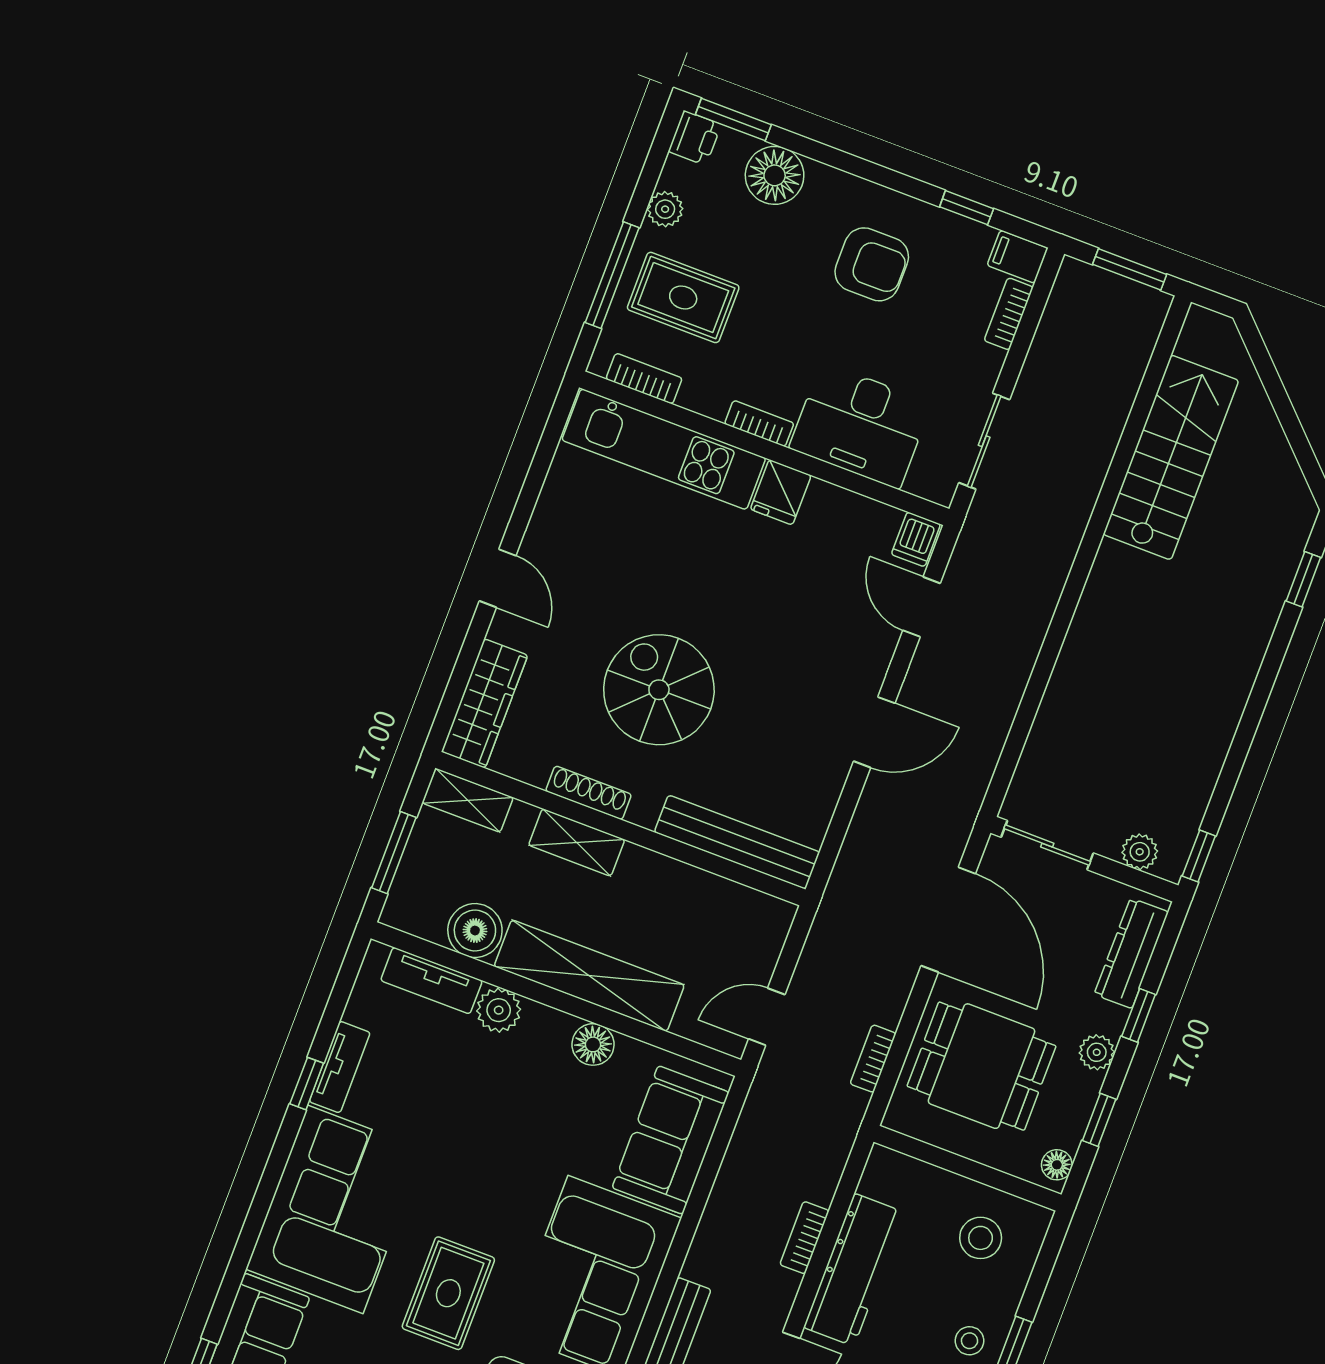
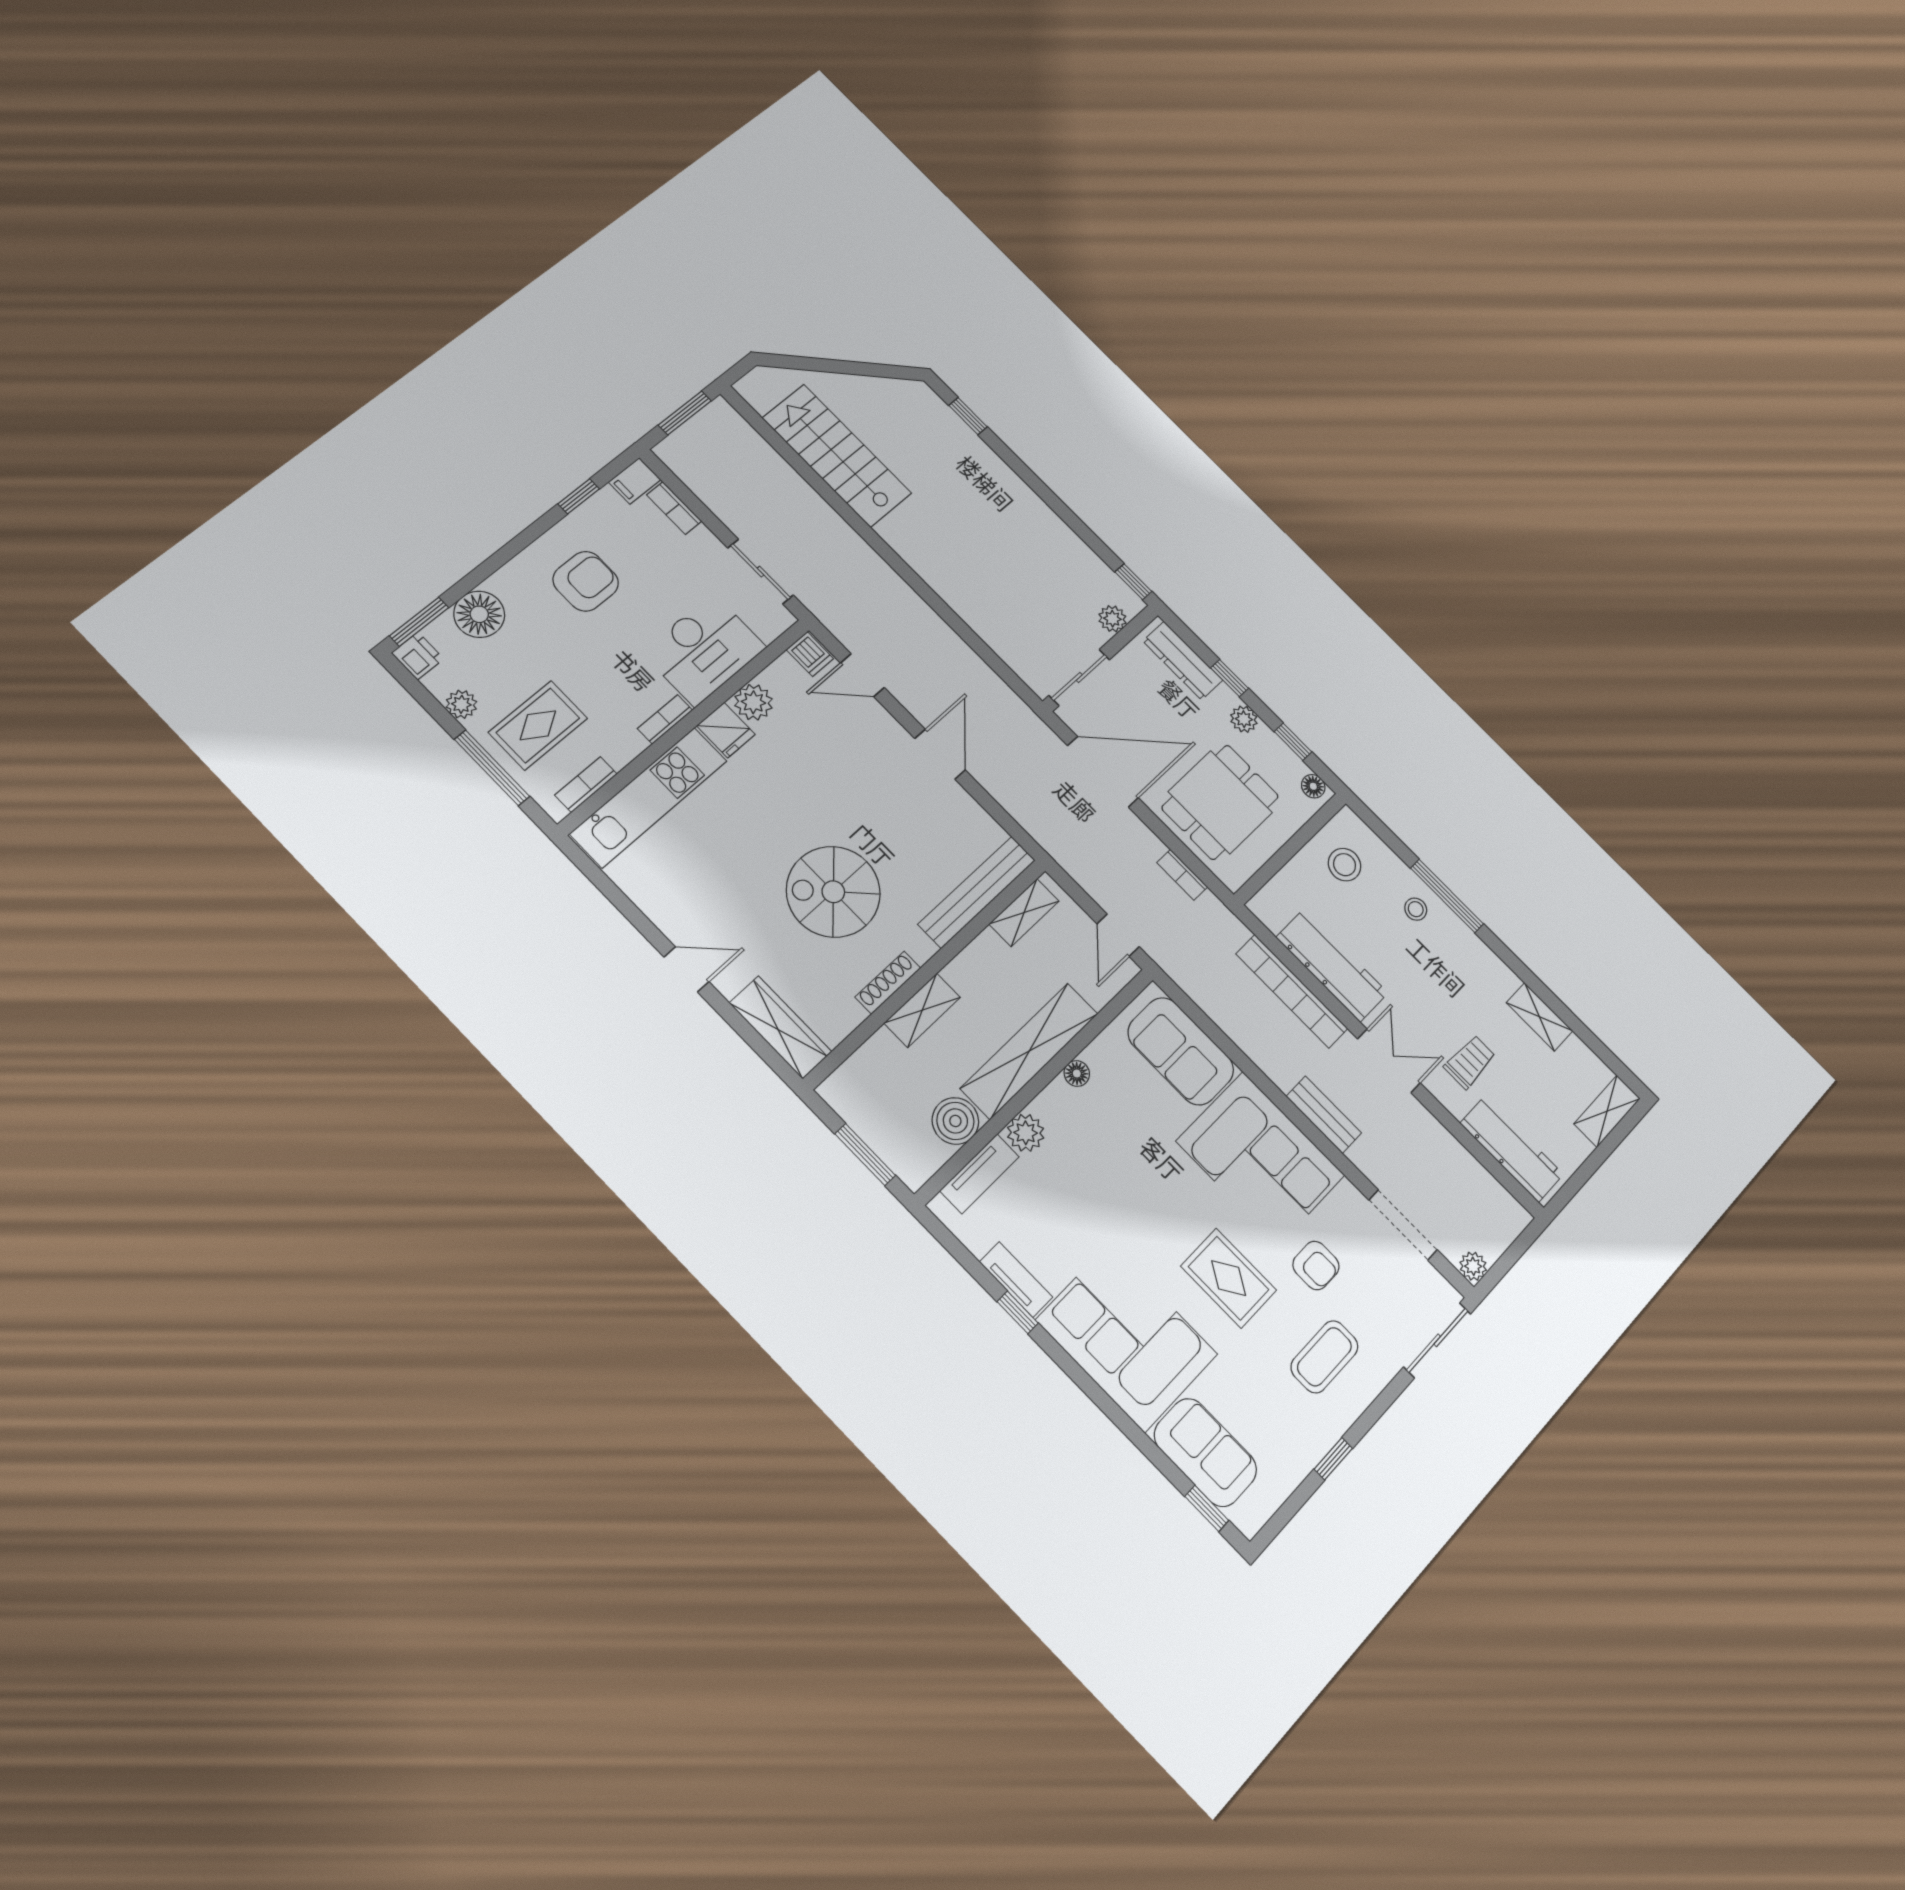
plant: (828, 506) -> (753, 702), added
shelving: (468, 800) -> (1024, 913), moved
floor lamp: (593, 1044) -> (1077, 1073), width x0.73, depth x0.73
bookcase: (804, 1238) -> (1292, 991), width x2.31, depth x1.31

